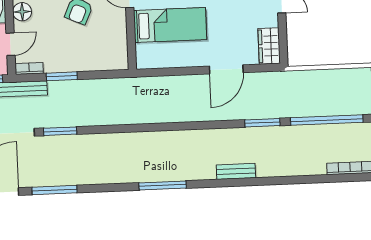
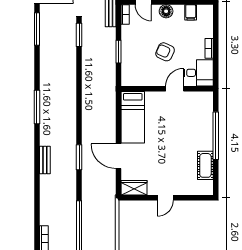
bed: (170, 25) -> (133, 117), moved
window: (62, 76) -> (118, 52), moved
window: (262, 123) -> (79, 157), moved

